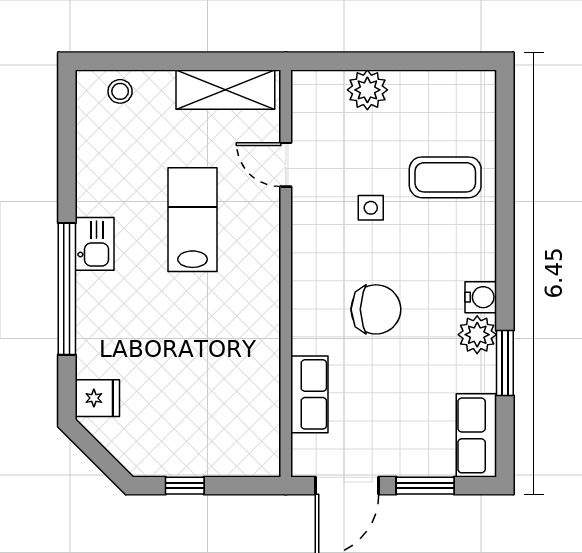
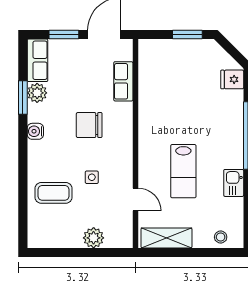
kitchen sink: (95, 244) -> (234, 183), moved
plant: (477, 335) -> (37, 93), moved
window: (185, 486) -> (187, 34), width x1.50

